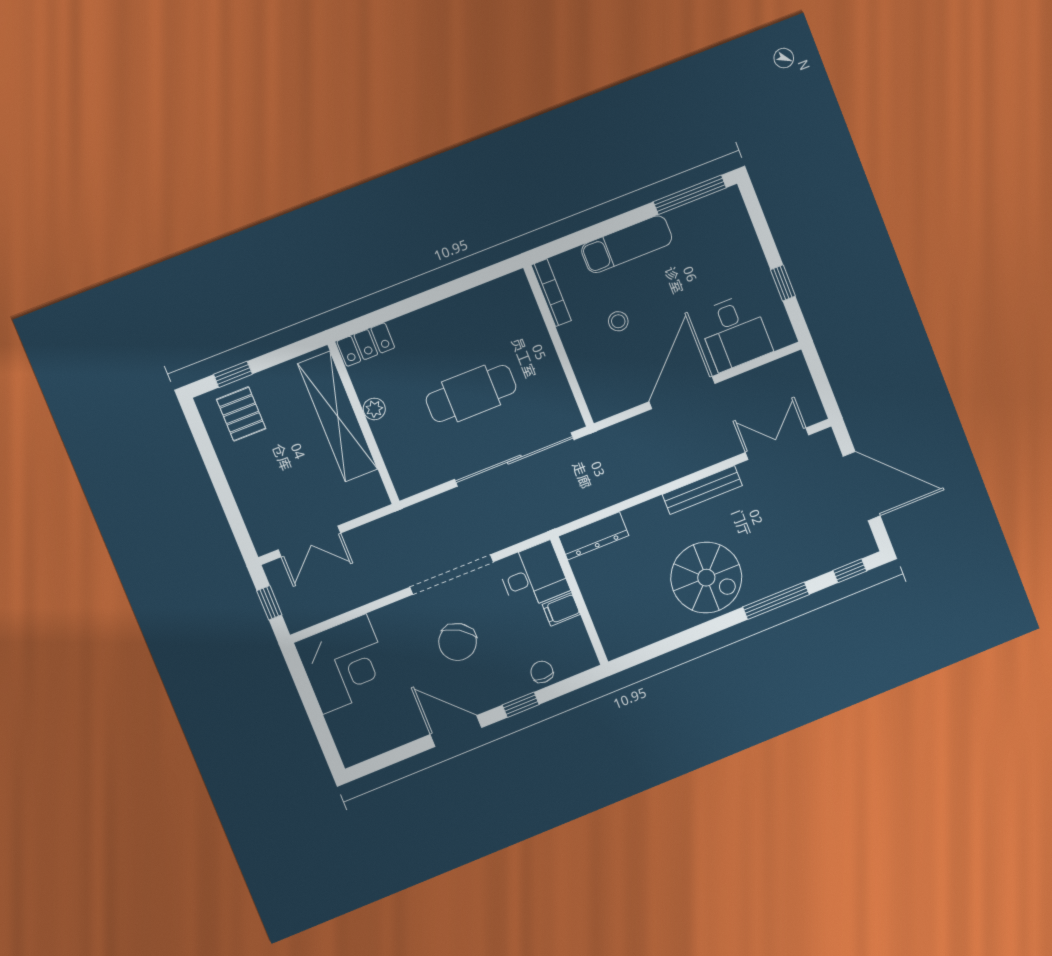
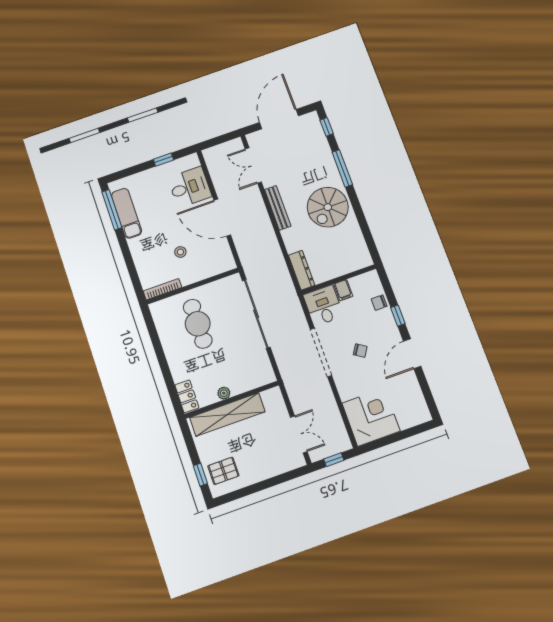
exam couch: (627, 244) -> (127, 213), moved
cafe table: (471, 393) -> (198, 324), moved
spiral stairs: (706, 578) -> (328, 207), turned 180
chair: (458, 642) -> (360, 351), width x0.54, depth x0.54

